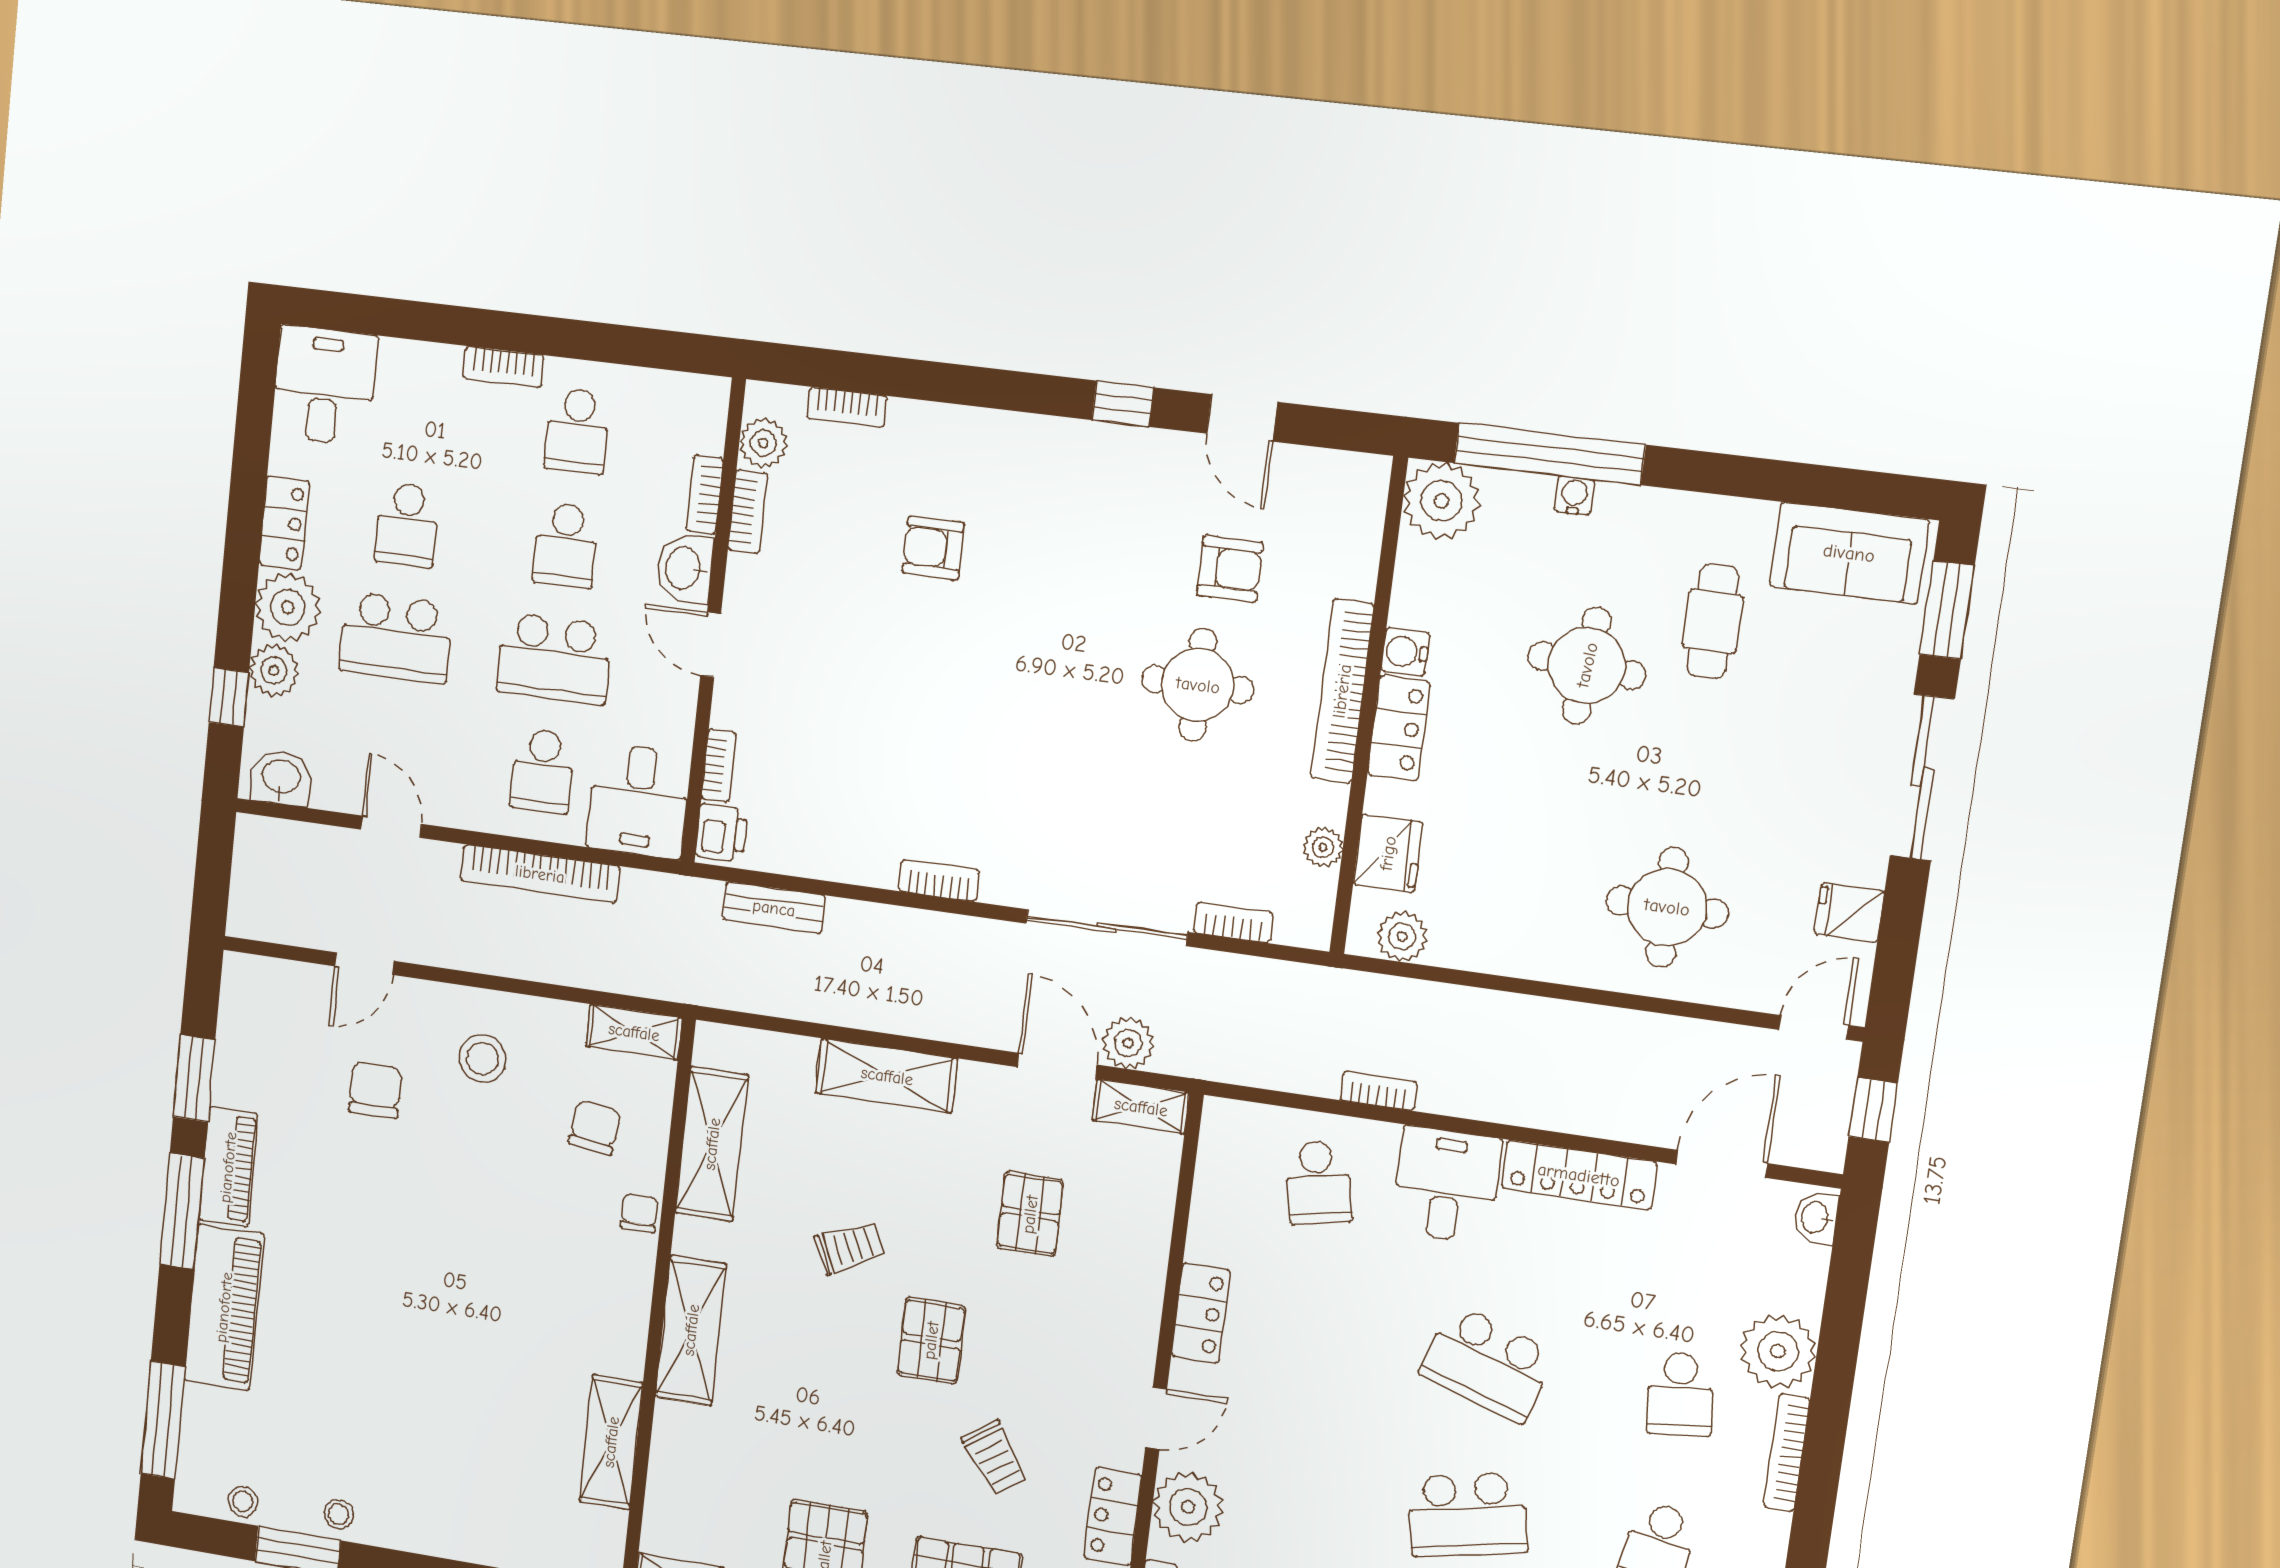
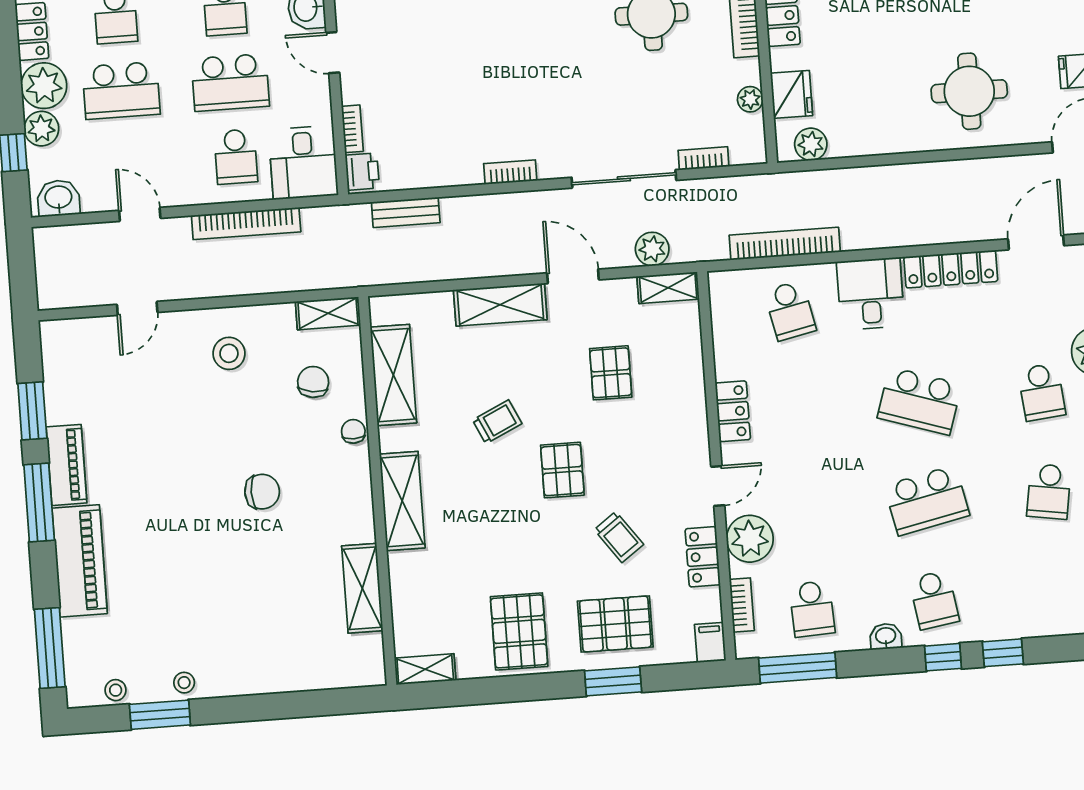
door: (1057, 1066) -> (573, 276), moved
chair: (375, 1090) -> (262, 492), moved, turned 90
bookcase: (1378, 1091) -> (785, 244), width x2.31, depth x1.31

